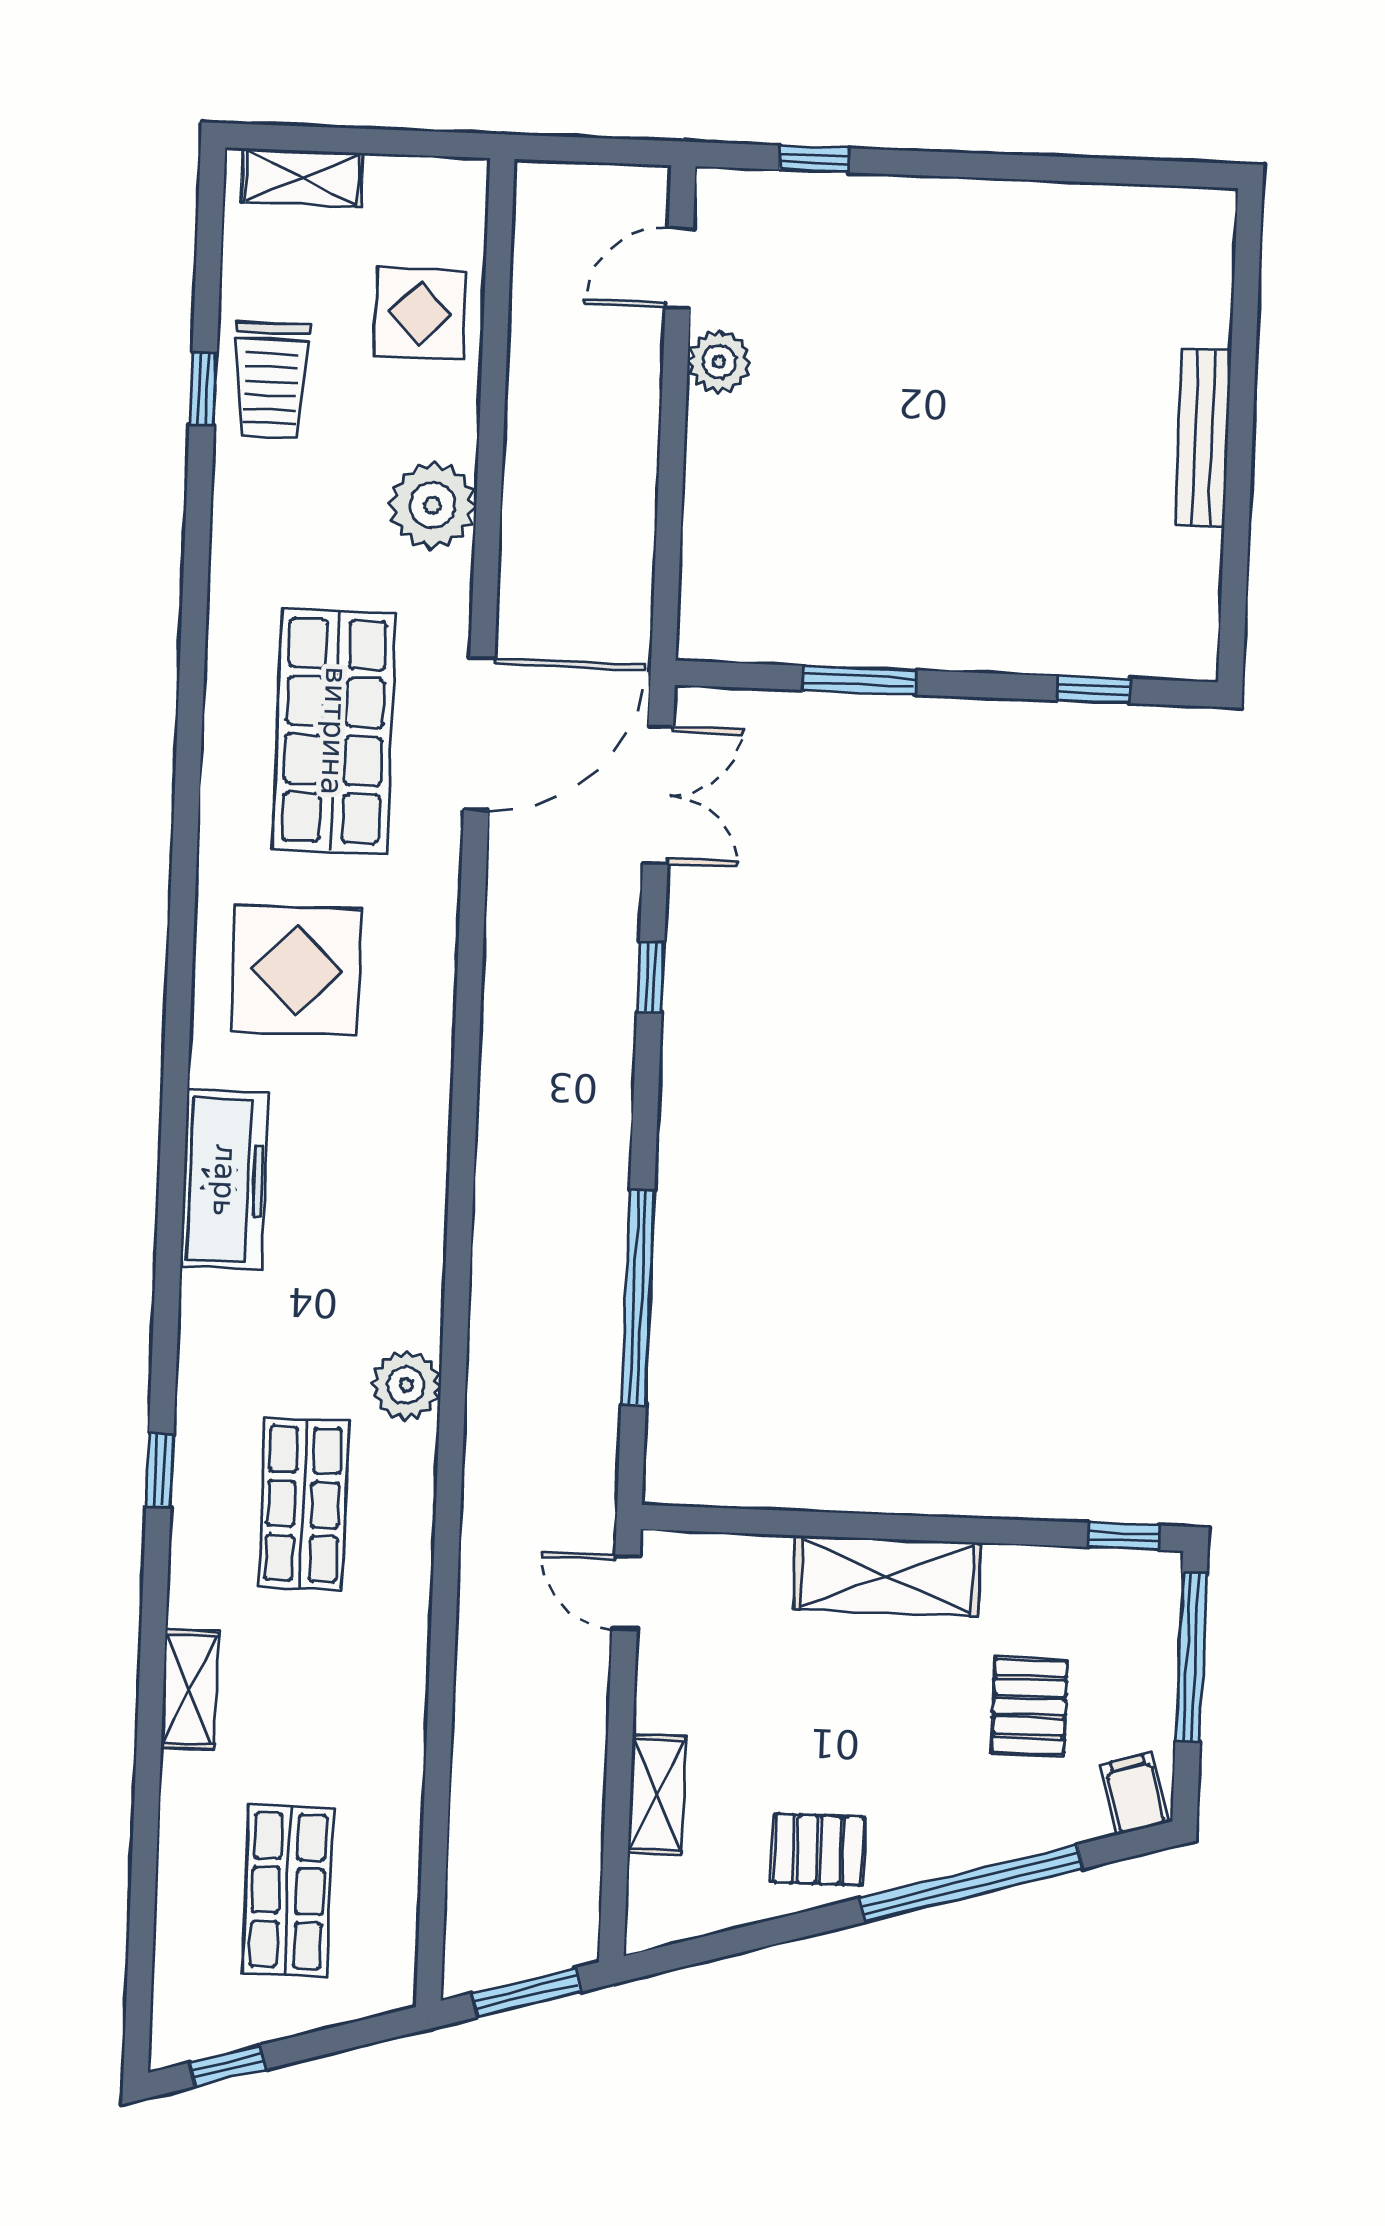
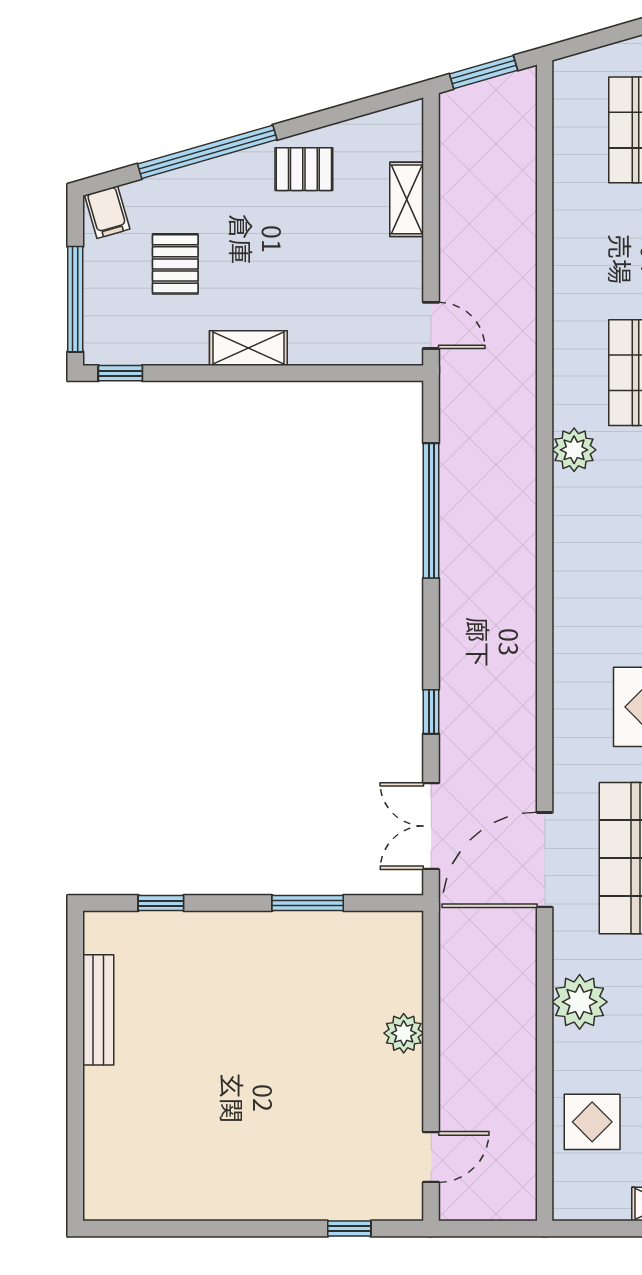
plant: (719, 362) -> (404, 1033), moved
bench: (1203, 438) -> (98, 1010), moved
shelving: (887, 1576) -> (248, 348), width x0.67, depth x0.75

